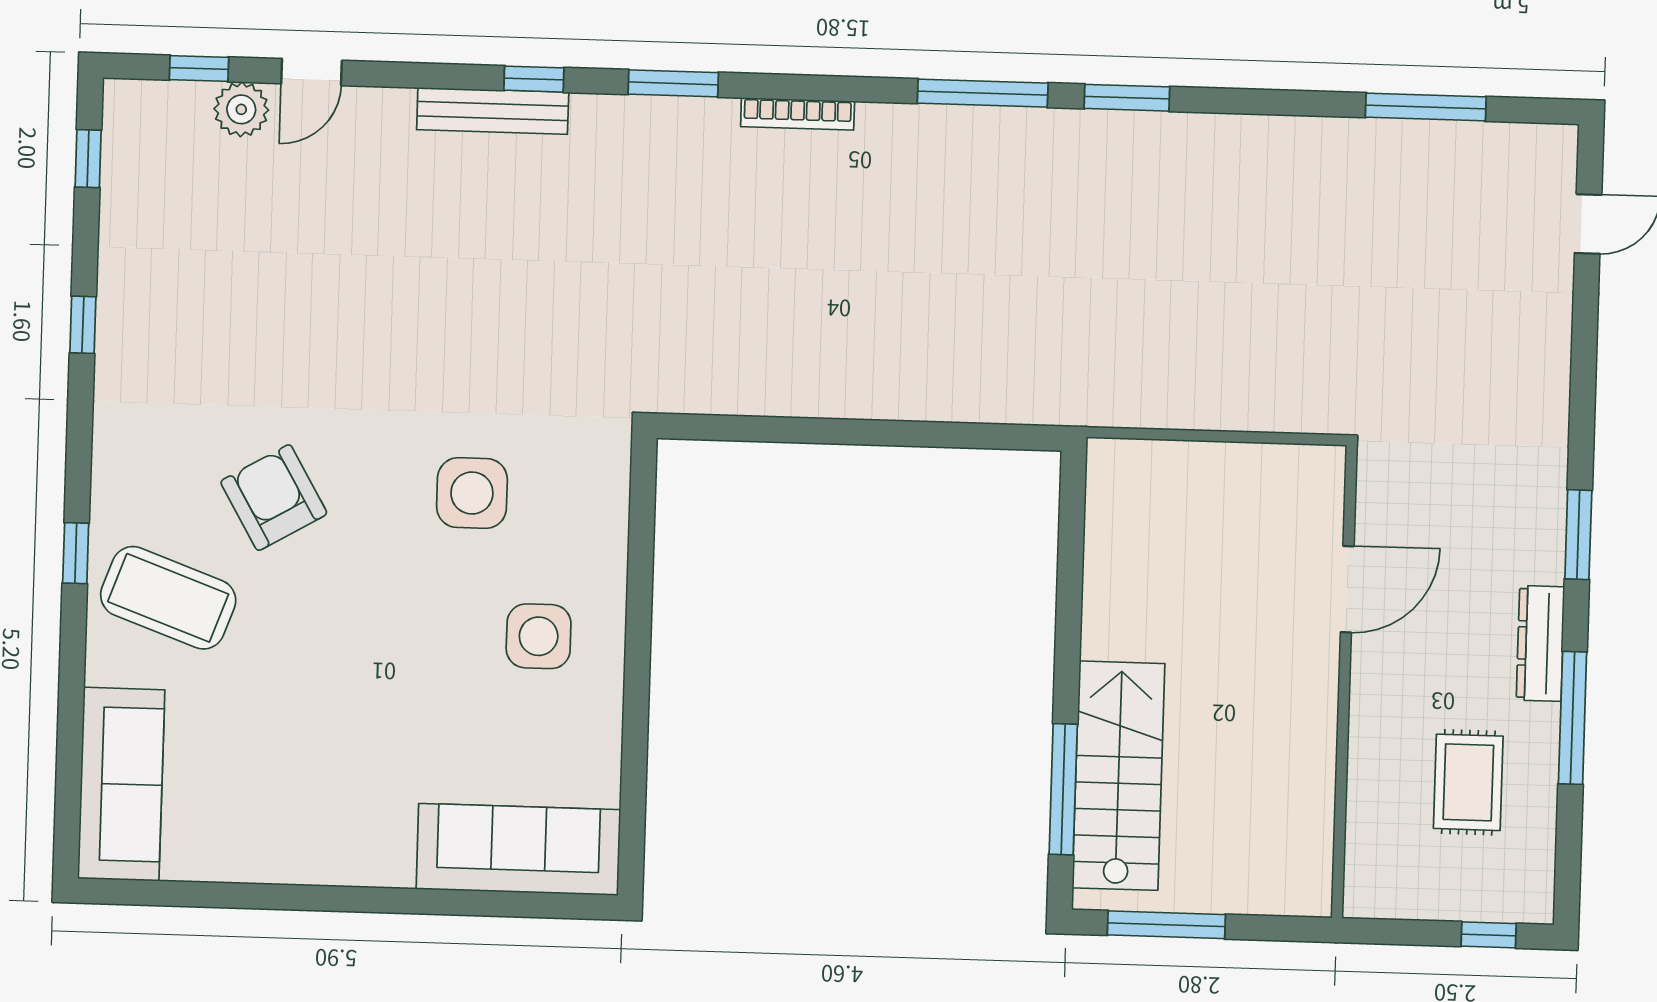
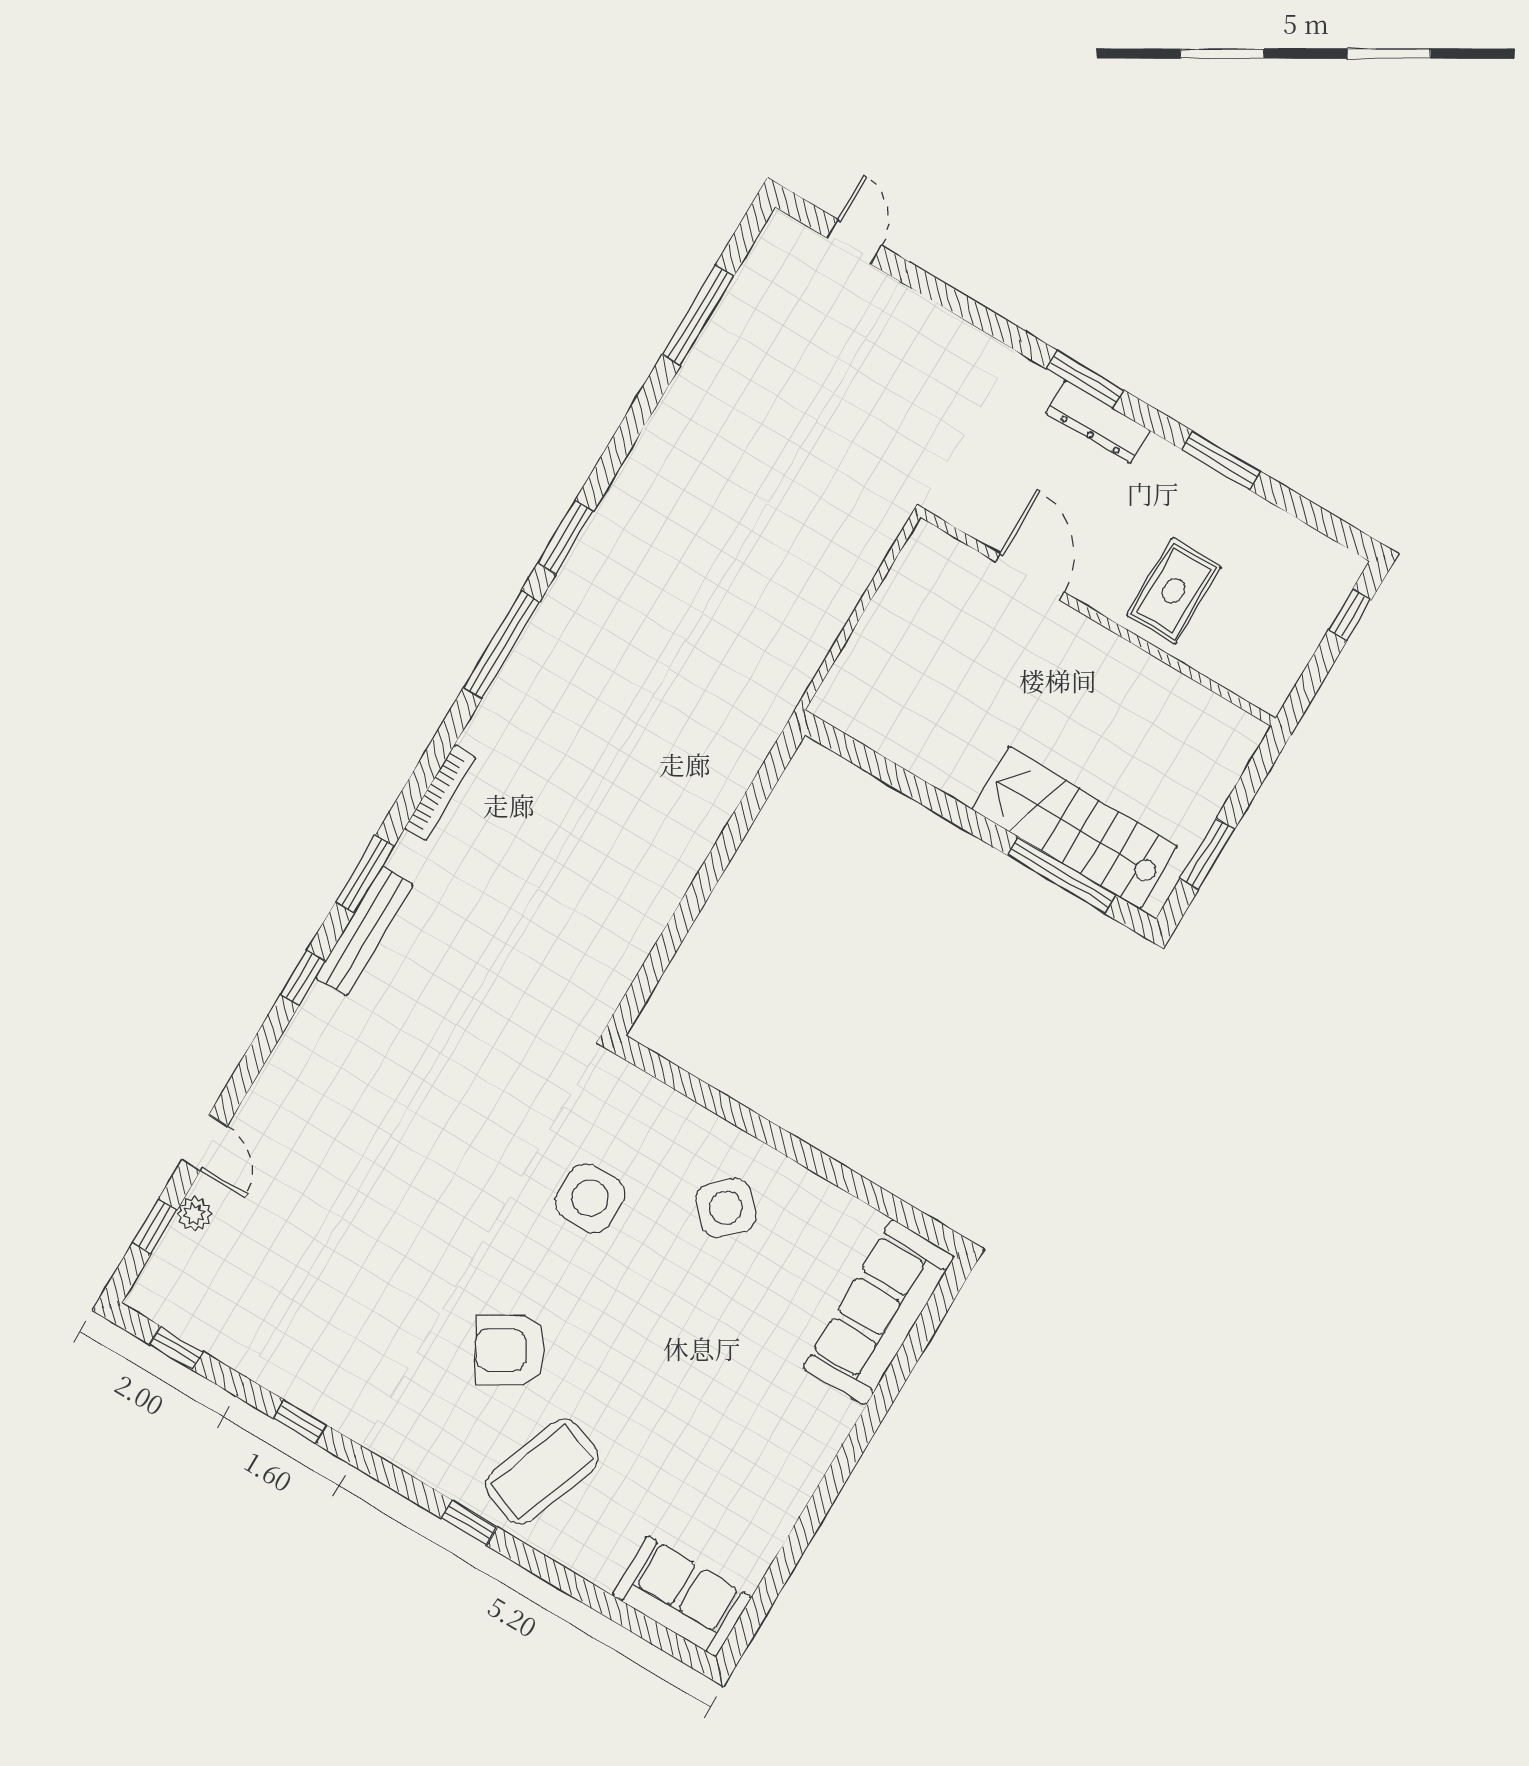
plant: (241, 109) -> (194, 1214), width x0.73, depth x0.73
bench: (493, 111) -> (364, 931), moved
side table: (539, 636) -> (726, 1208), turned 45
dresser: (1540, 643) -> (1098, 422), moved
window: (1573, 718) -> (1221, 460), width x0.69
rug: (1468, 782) -> (1174, 591), moved, turned 90
sofa: (121, 784) -> (682, 1596), width x0.73
window: (1166, 925) -> (1207, 854), width x0.69

